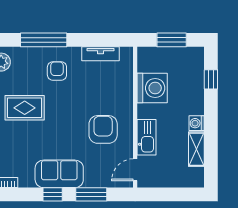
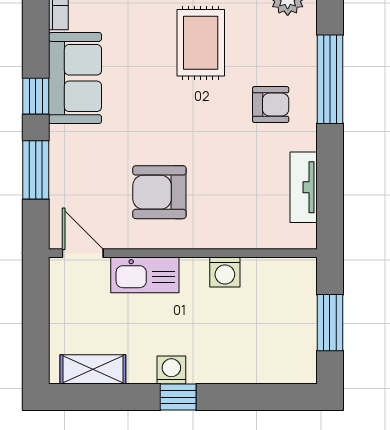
window: (211, 79) -> (178, 397), moved
washing machine: (152, 88) -> (225, 272), width x0.53, depth x0.53
armchair: (103, 129) -> (159, 192), turned 180
shelving: (196, 149) -> (93, 369), moved
sofa: (59, 174) -> (75, 78), moved

